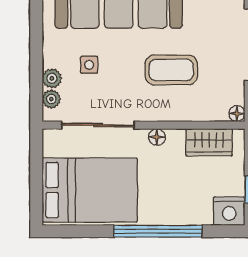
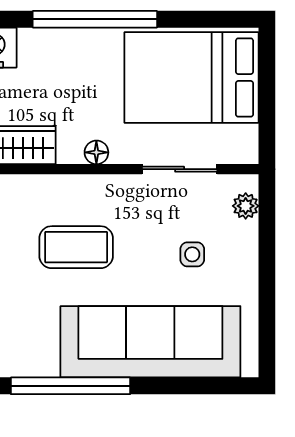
plant: (52, 78) -> (245, 235), removed
sliding door: (98, 125) -> (180, 169), width x0.73

